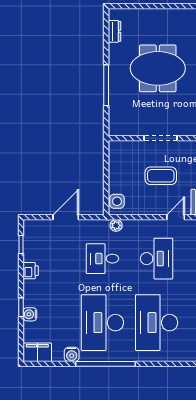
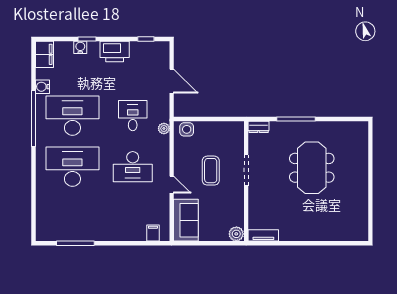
dresser: (114, 31) -> (259, 127), moved
printer: (31, 271) -> (115, 51), width x1.87, depth x1.48

